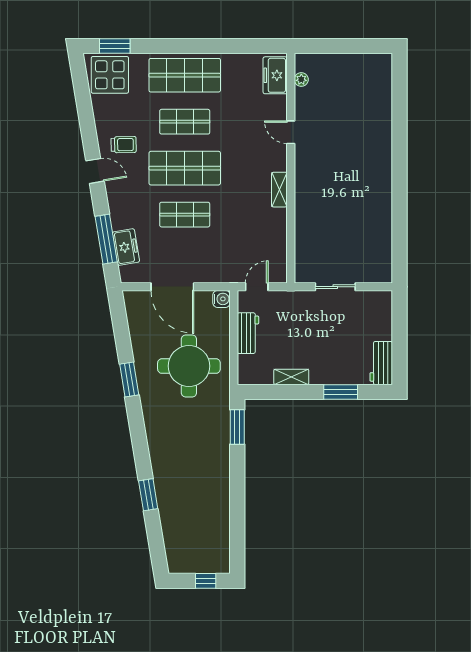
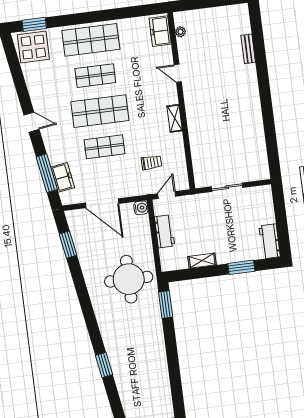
bench: (385, 112) -> (248, 49), added
trolley: (124, 145) -> (151, 163), moved
round table: (189, 366) -> (129, 279), moved
window: (129, 380) -> (68, 245), moved

